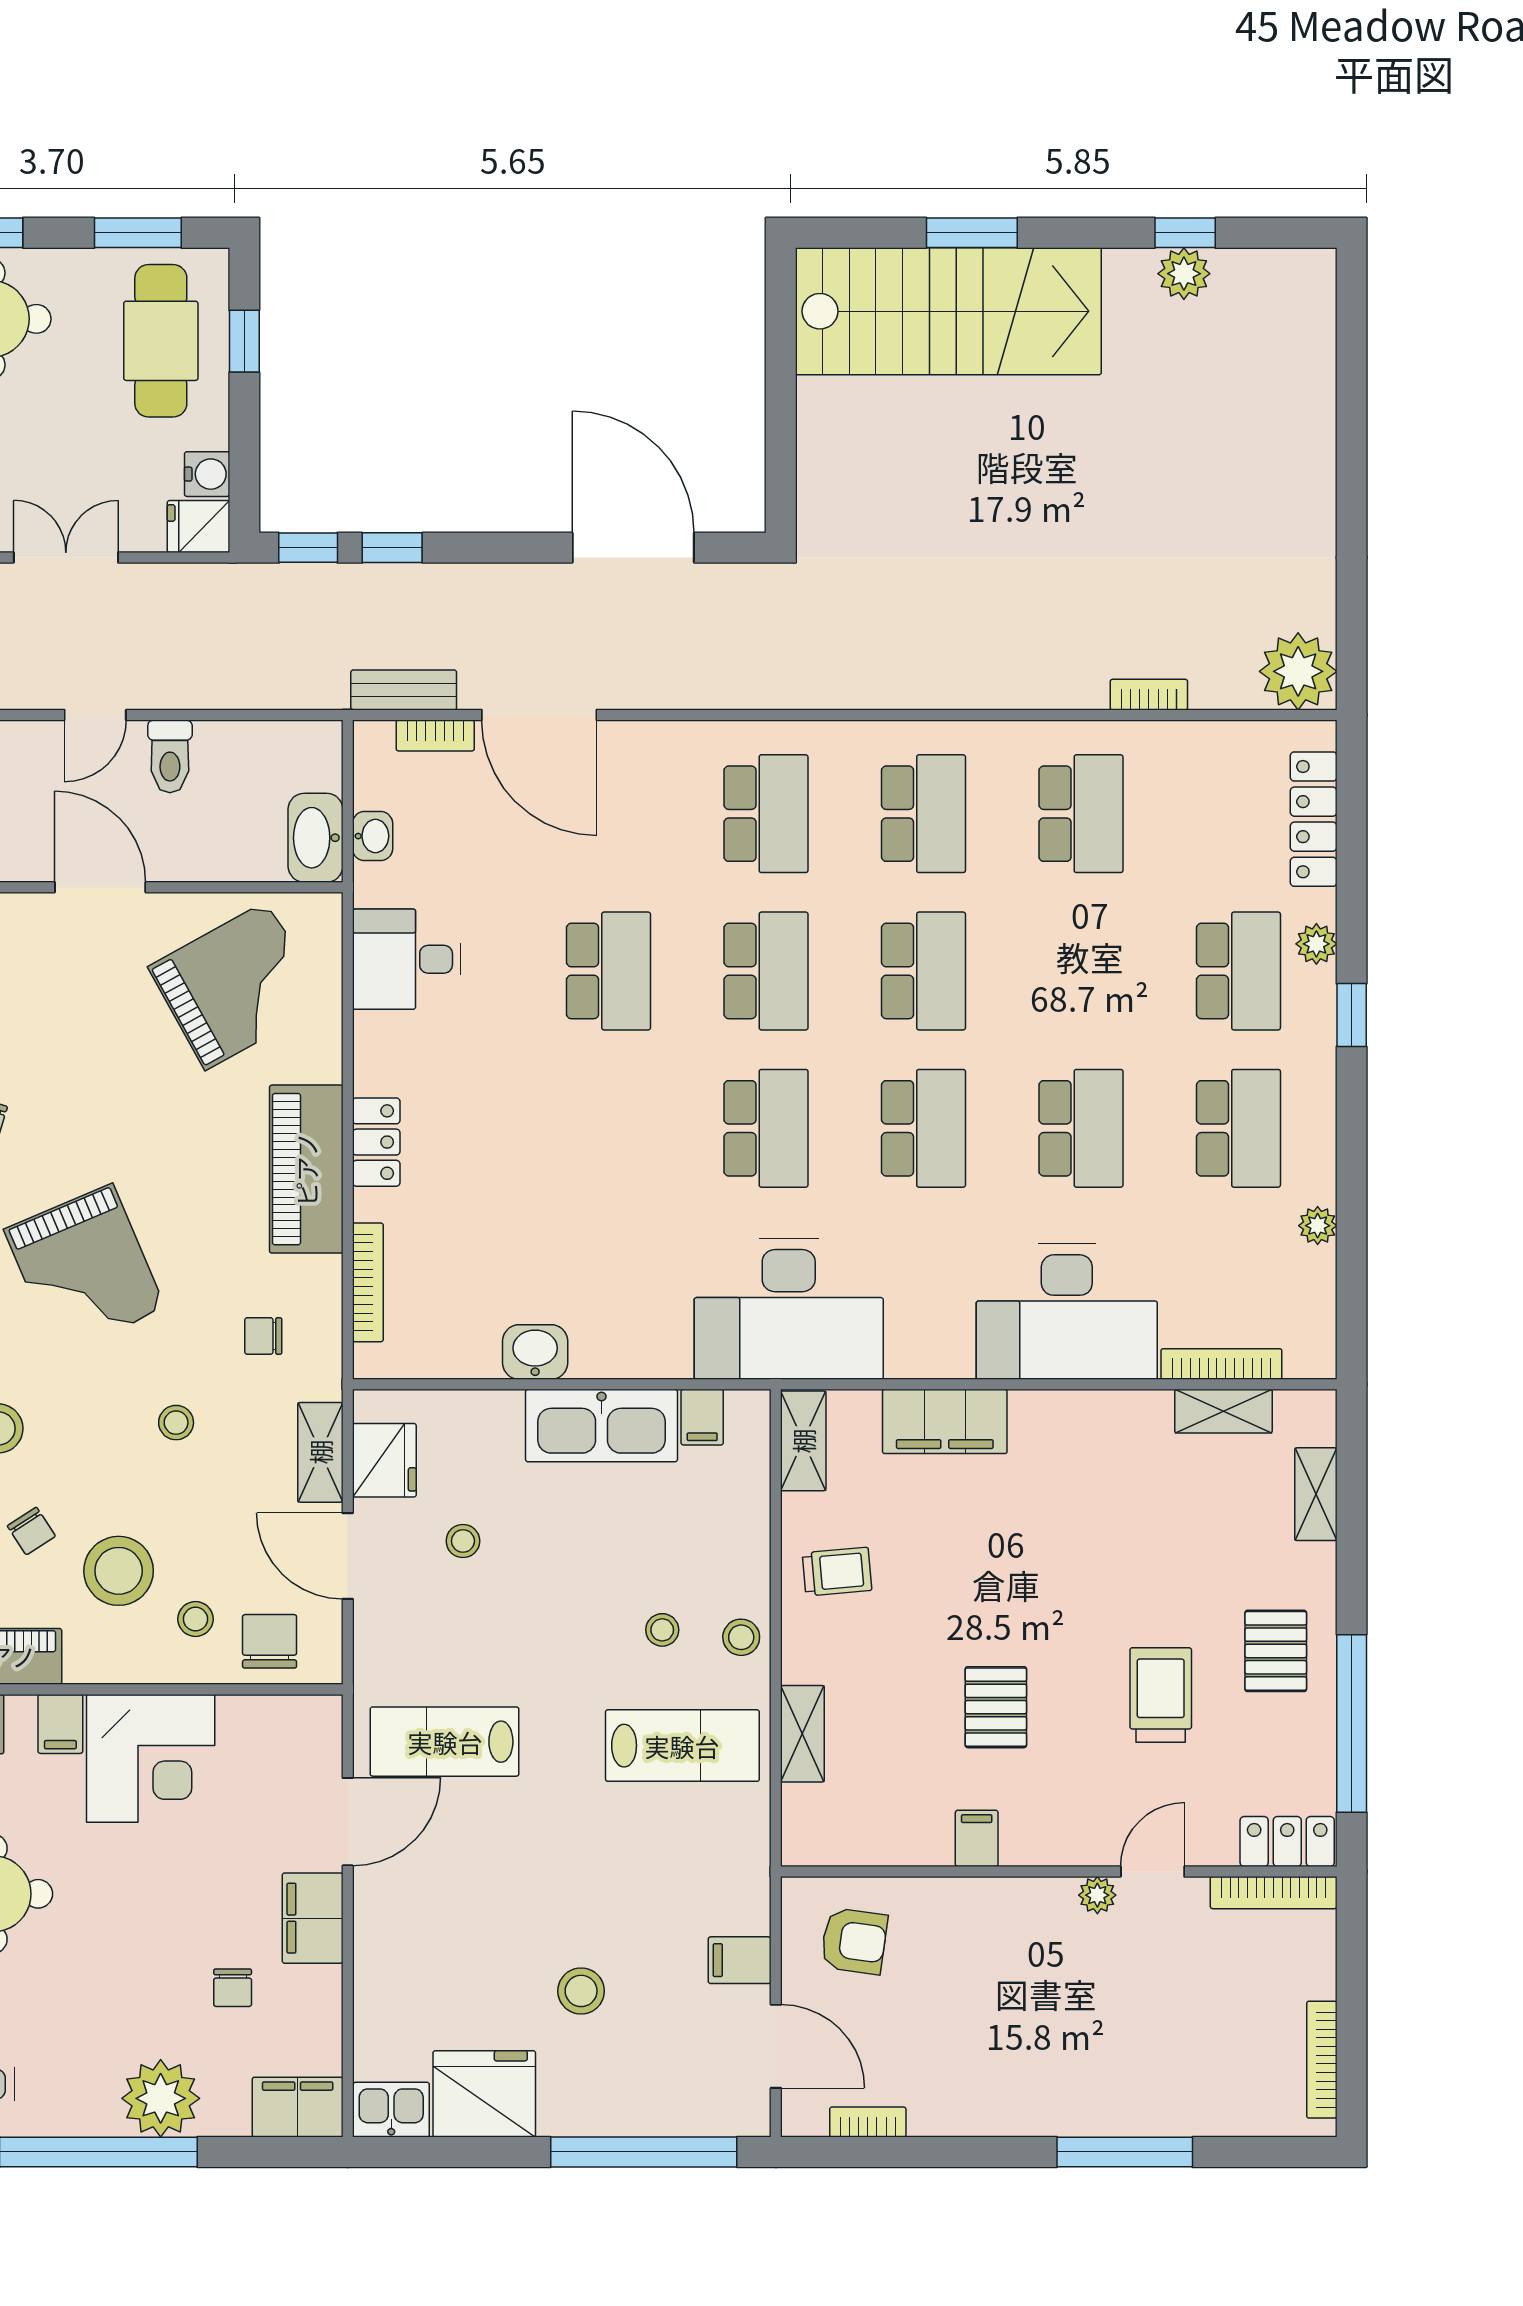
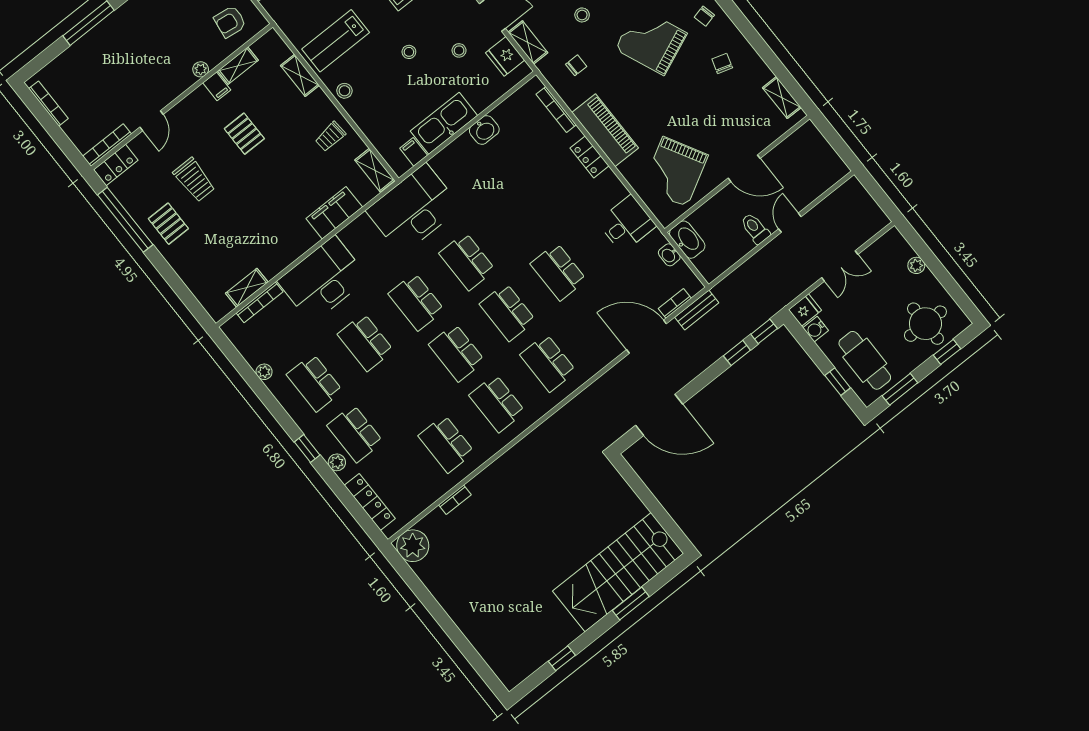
plant: (1184, 274) -> (552, 645), removed
shelving: (1316, 1494) -> (238, 66), moved, turned 90
stool: (662, 1630) -> (409, 52), moved
plant: (1097, 1895) -> (201, 69), moved

